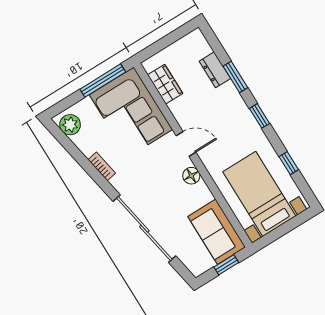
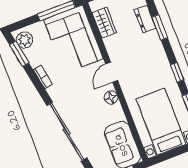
window: (260, 116) -> (177, 72), moved
window: (67, 143) -> (19, 54), added
door: (186, 144) -> (112, 72), swing flipped

